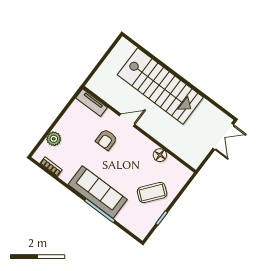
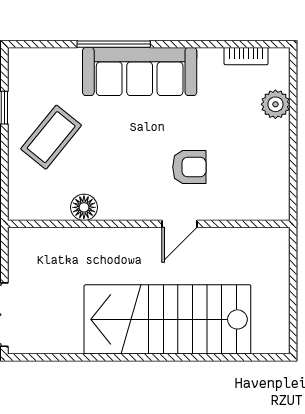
tv unit: (91, 103) -> (259, 209), removed
armchair: (106, 140) -> (189, 167), turned 90

